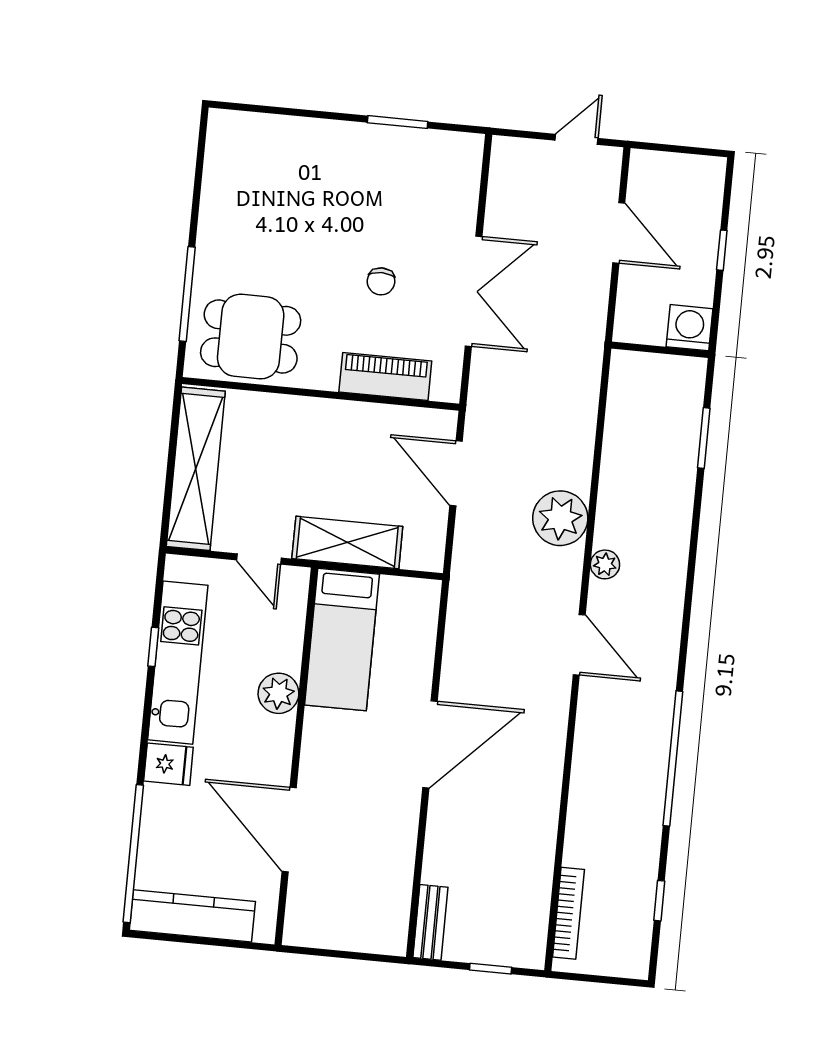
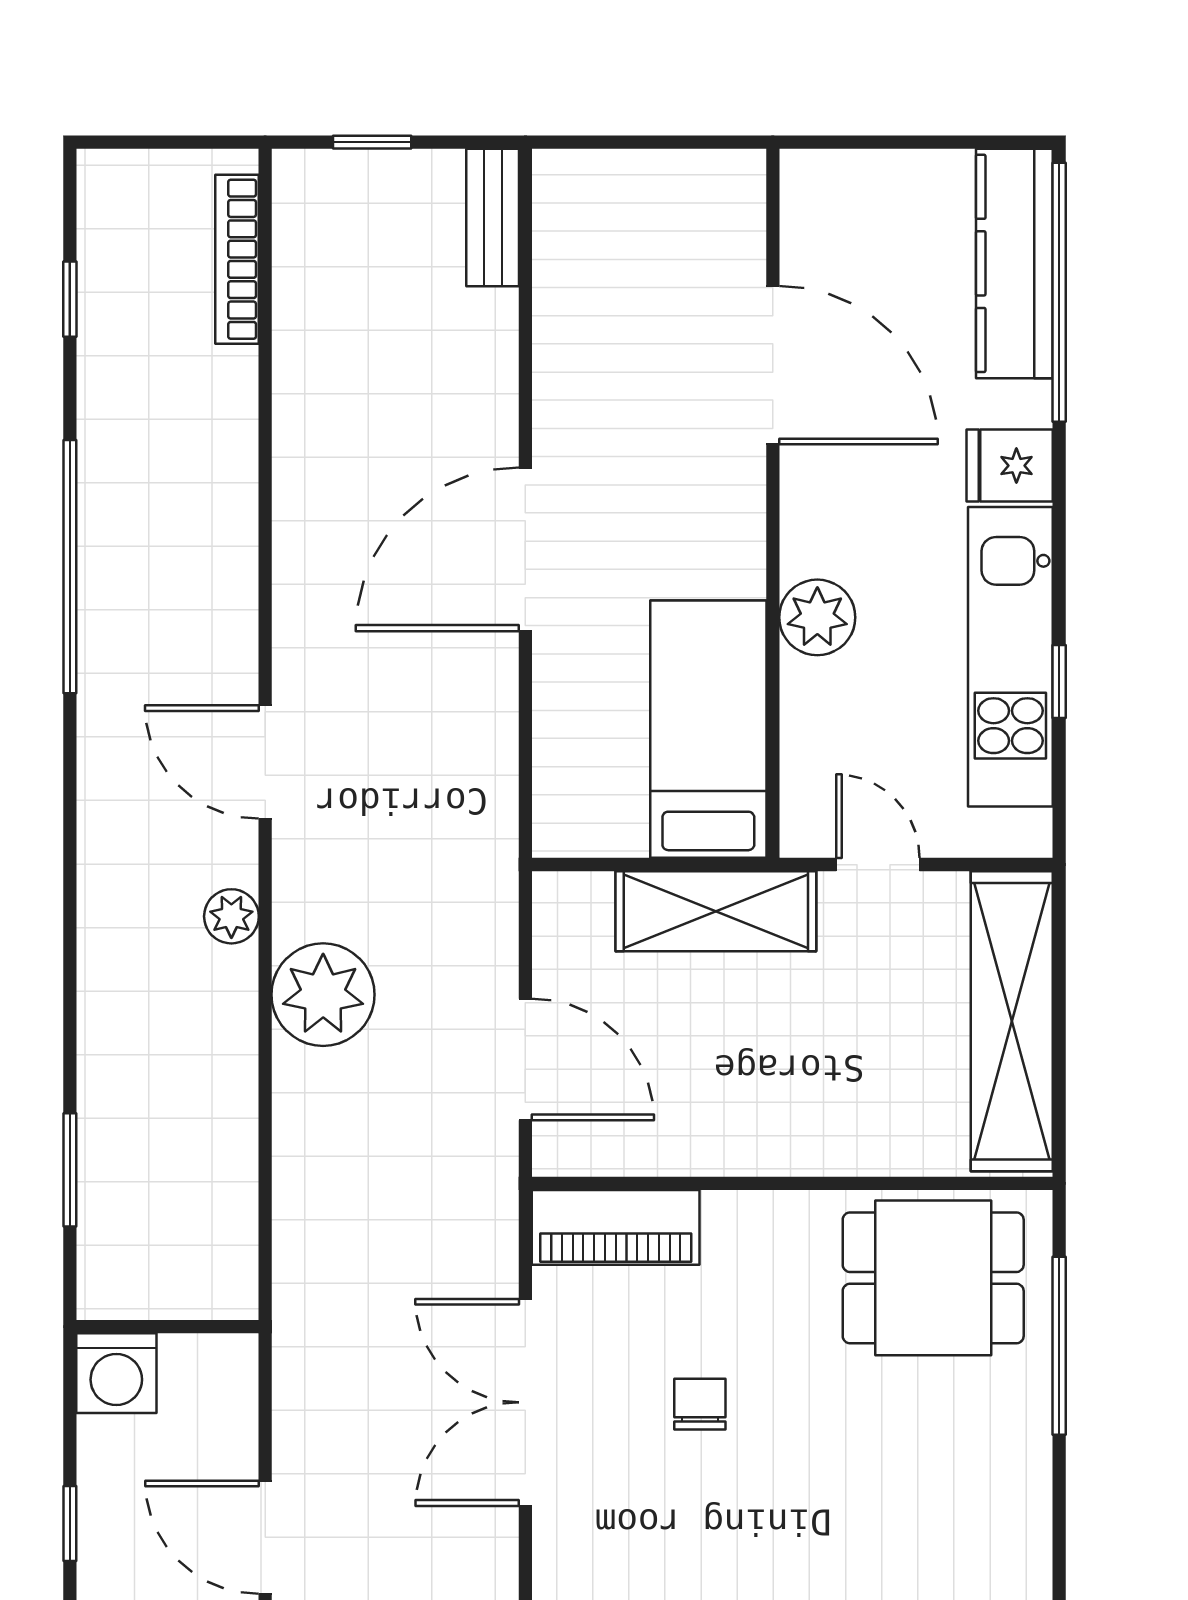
piano: (385, 377) -> (616, 1227), moved
kitchen counter: (192, 916) -> (1014, 263), moved, turned 90

